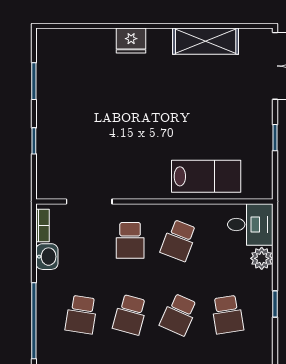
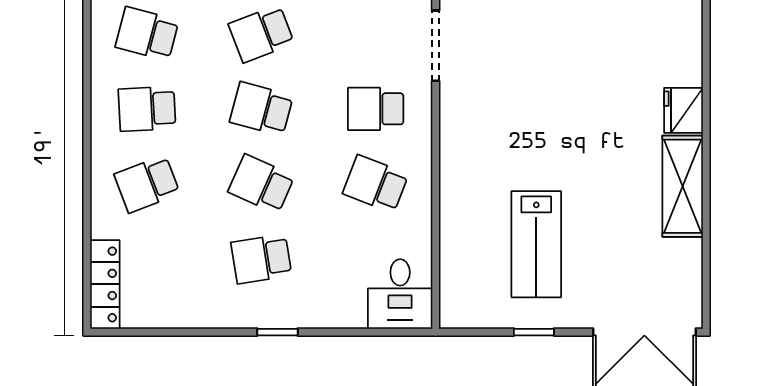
shelving: (206, 41) -> (683, 186), moved
lab bench: (206, 176) -> (536, 244), moved
plant: (262, 258) -> (348, 311), removed
school desk: (81, 315) -> (261, 34), turned -30

